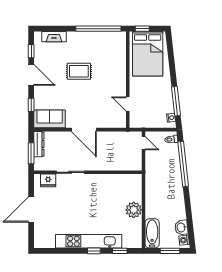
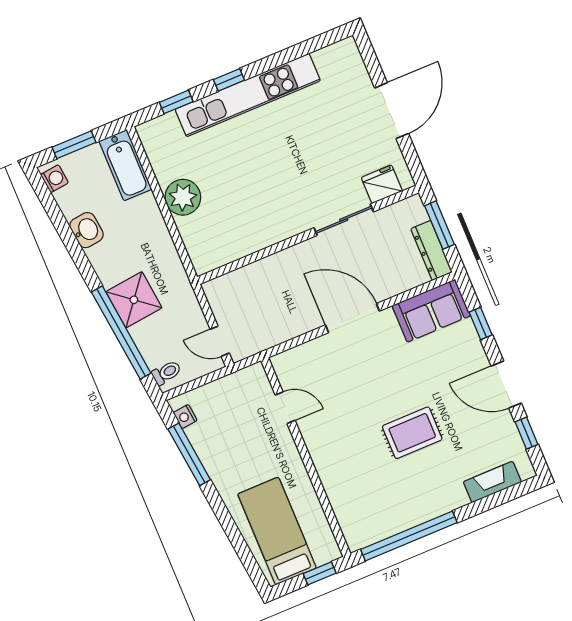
bed: (148, 54) -> (277, 531), width x0.67
shower: (172, 176) -> (134, 300), added
washbasin: (181, 227) -> (86, 230), moved

